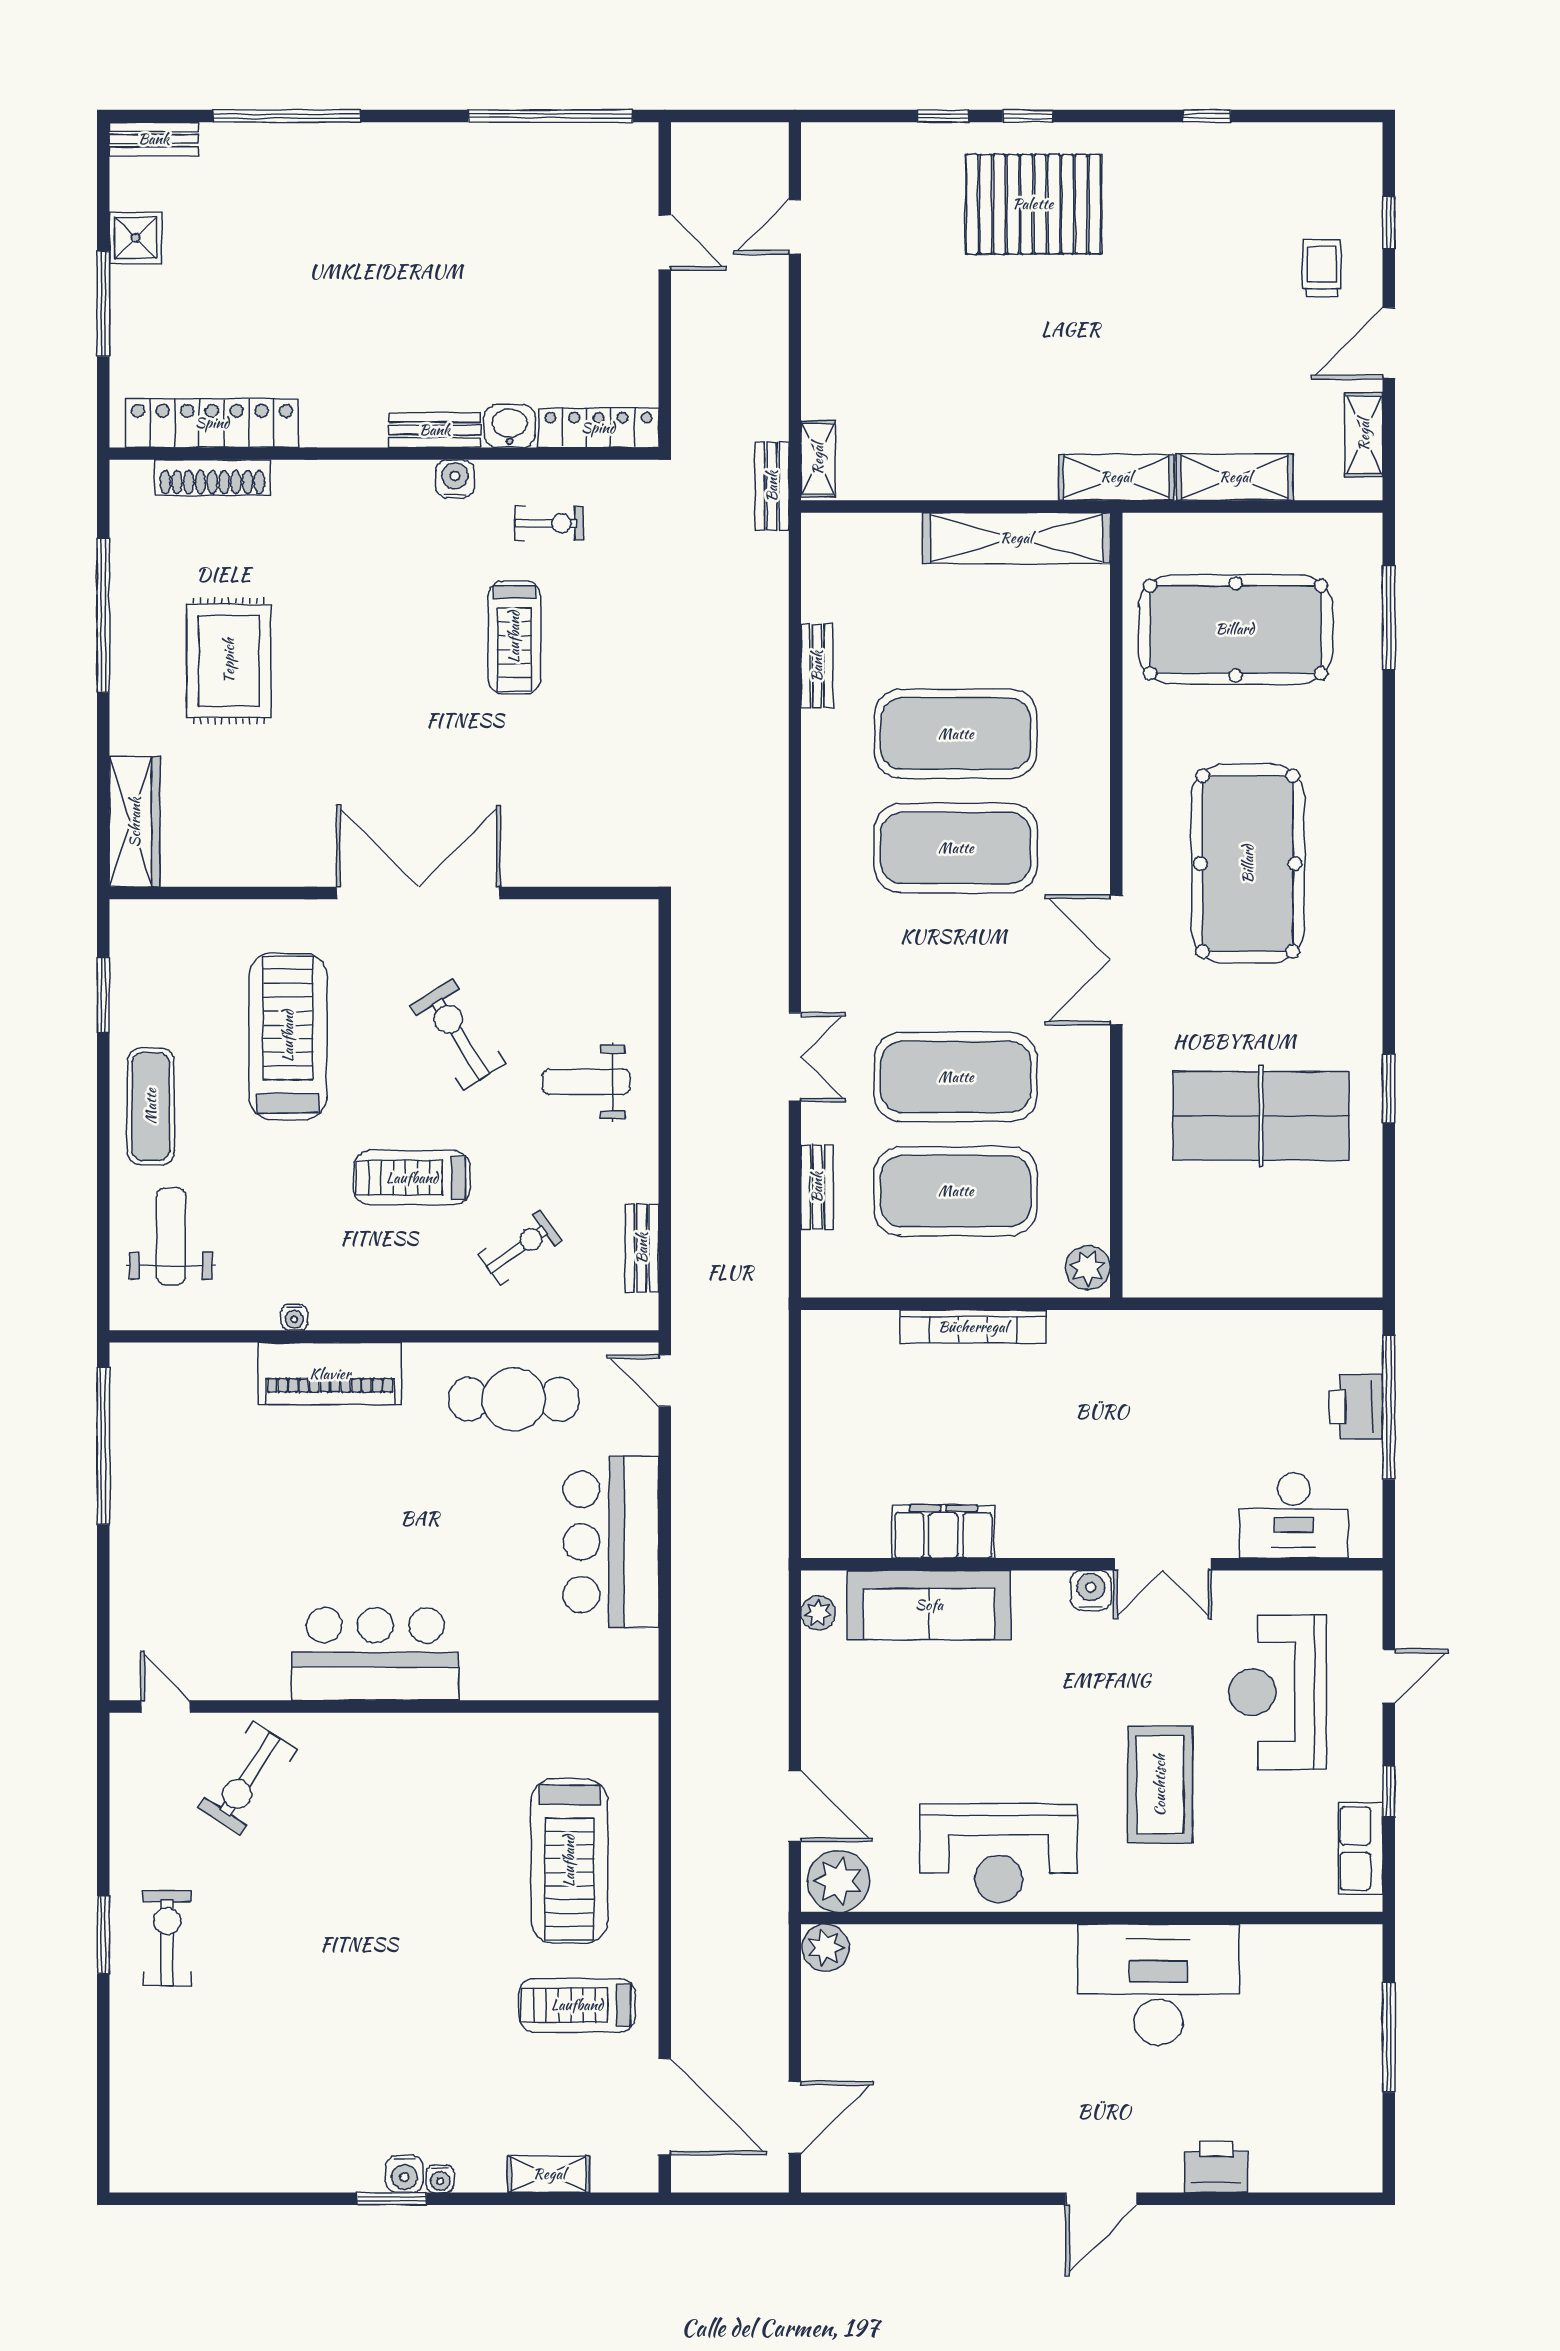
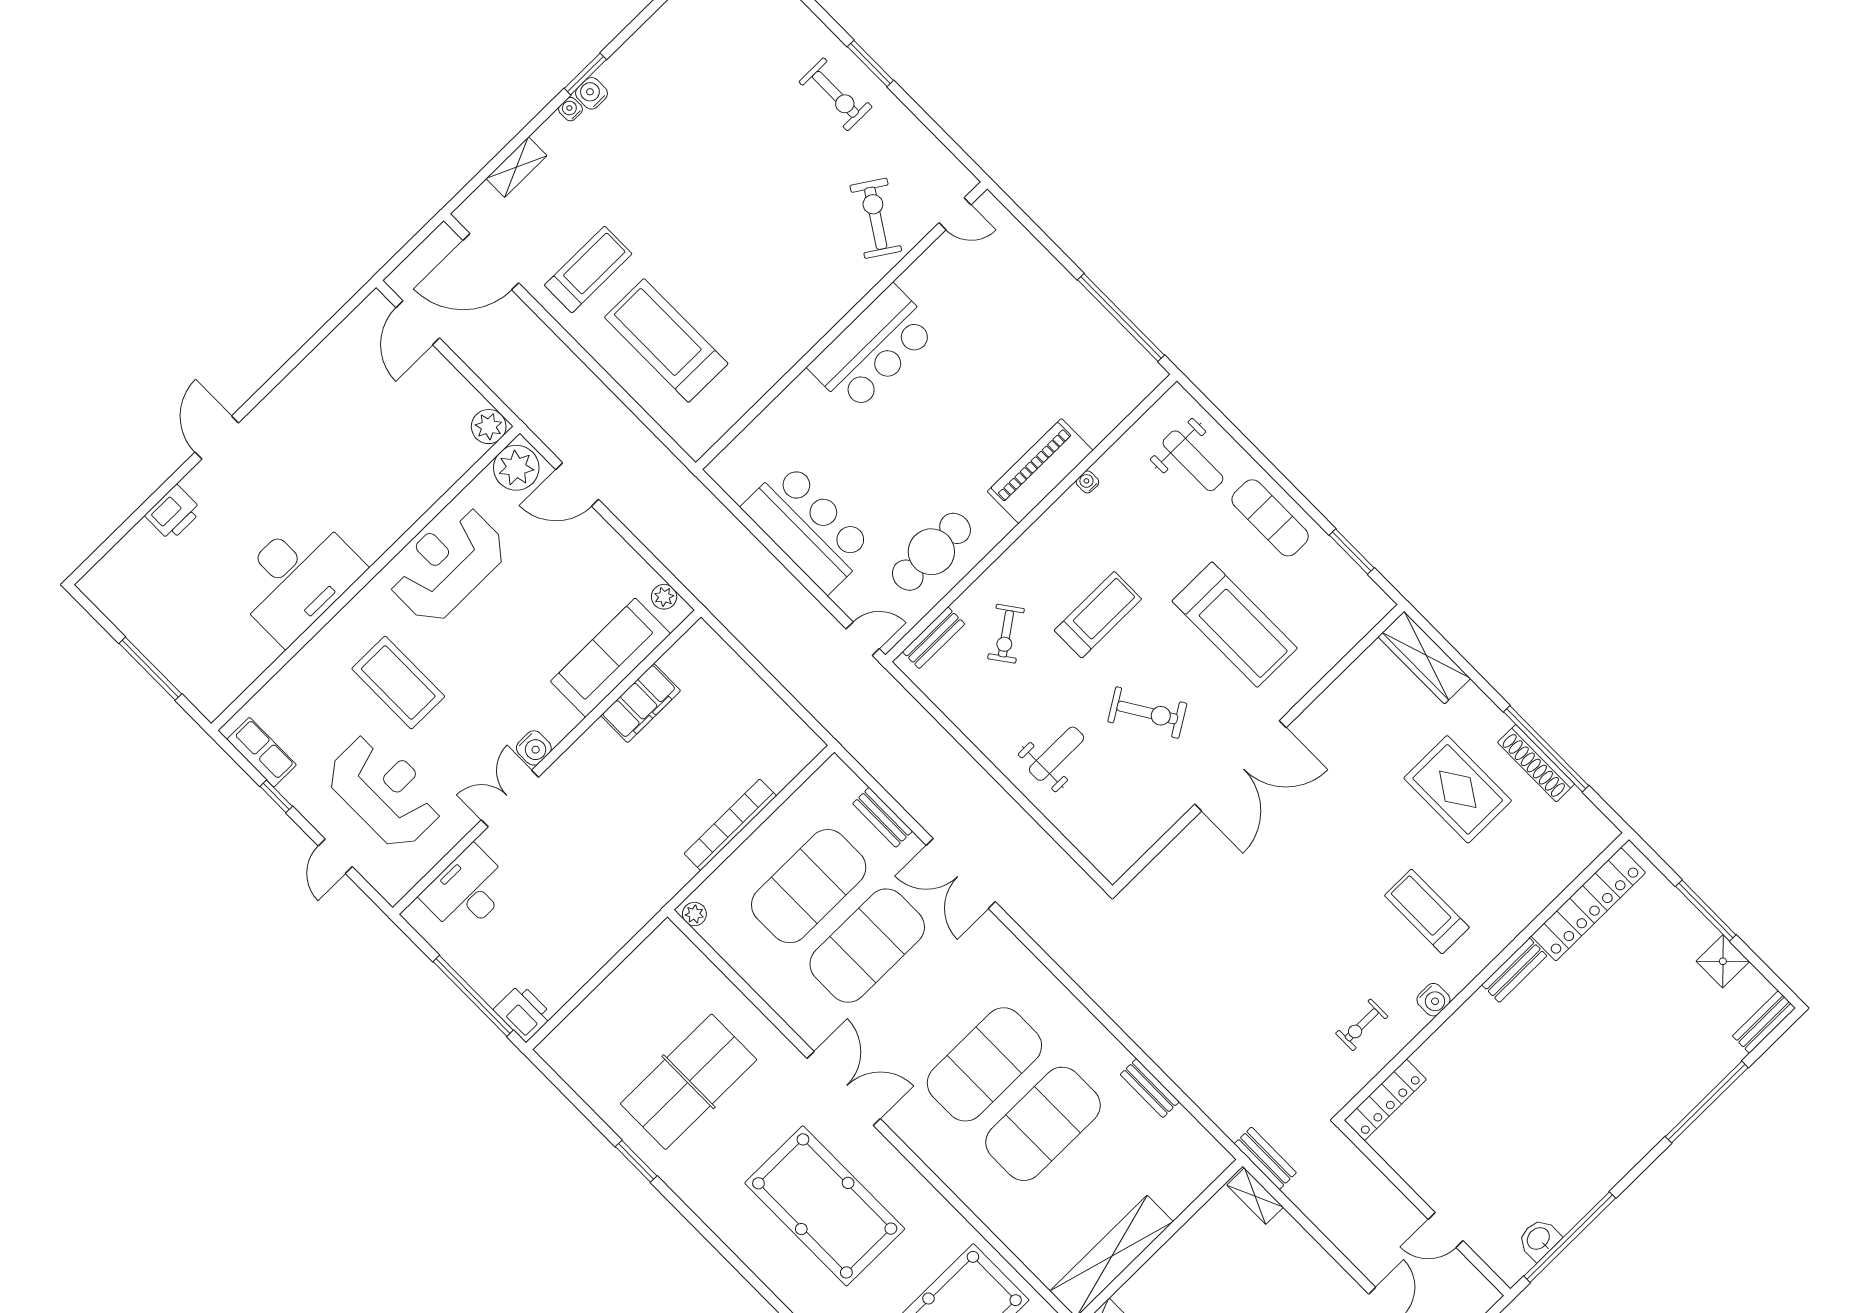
washbasin: (510, 426) -> (1539, 1239), moved, turned 180
bench: (435, 430) -> (1514, 970), moved
shoe rack: (212, 478) -> (1536, 763), moved, turned -90
treadmill: (514, 637) -> (1427, 911), moved
double door: (795, 1057) -> (961, 873), width x1.37
bench: (642, 1248) -> (933, 638), moved, turned 90
plant: (1088, 1268) -> (694, 914), width x0.73, depth x0.73
printer: (1356, 1407) -> (523, 1013), moved

